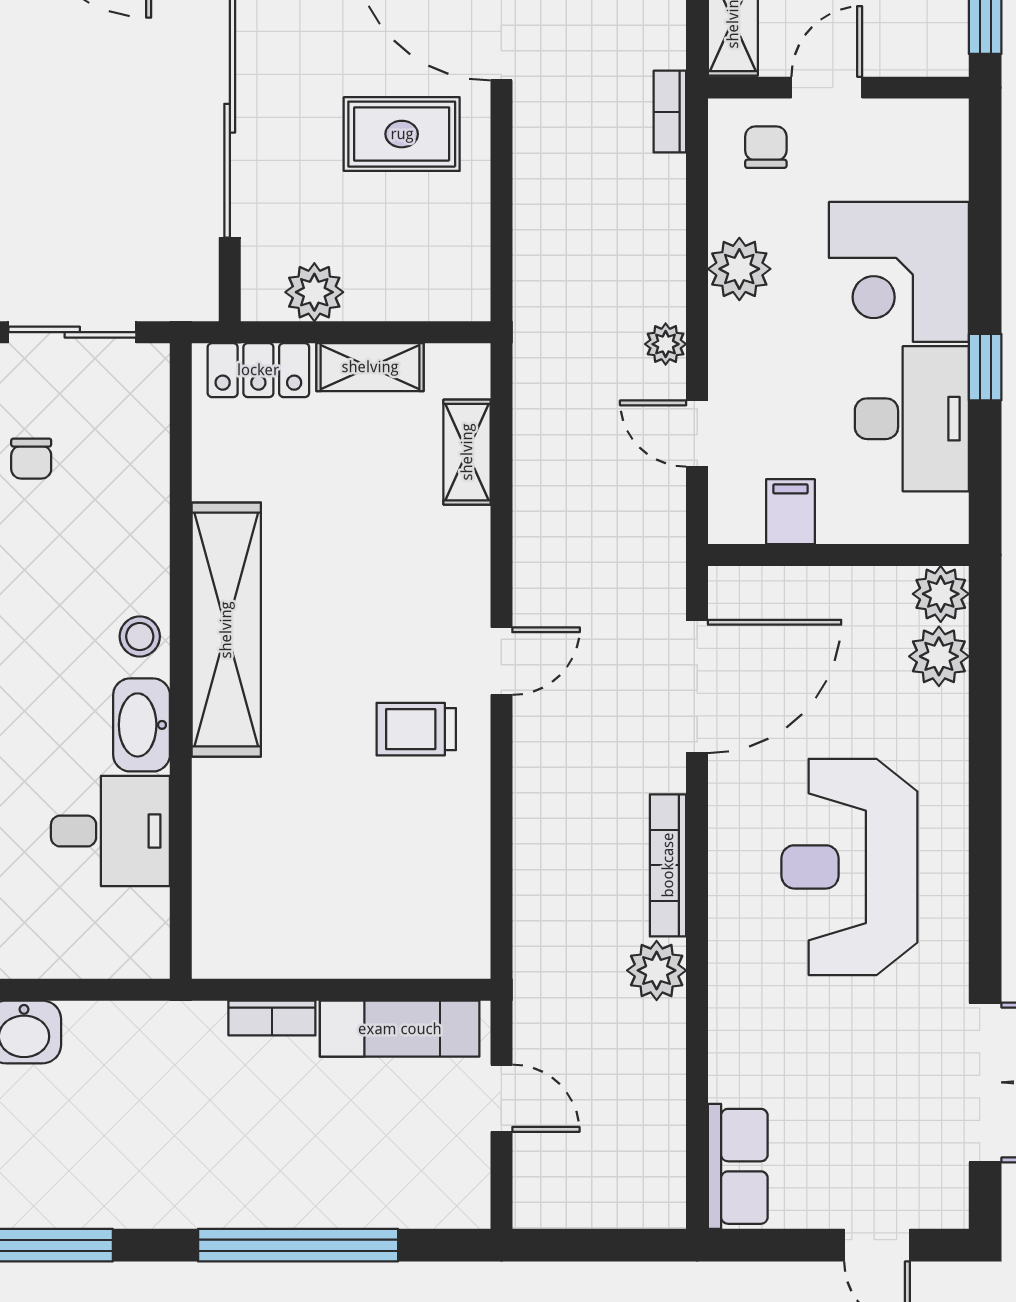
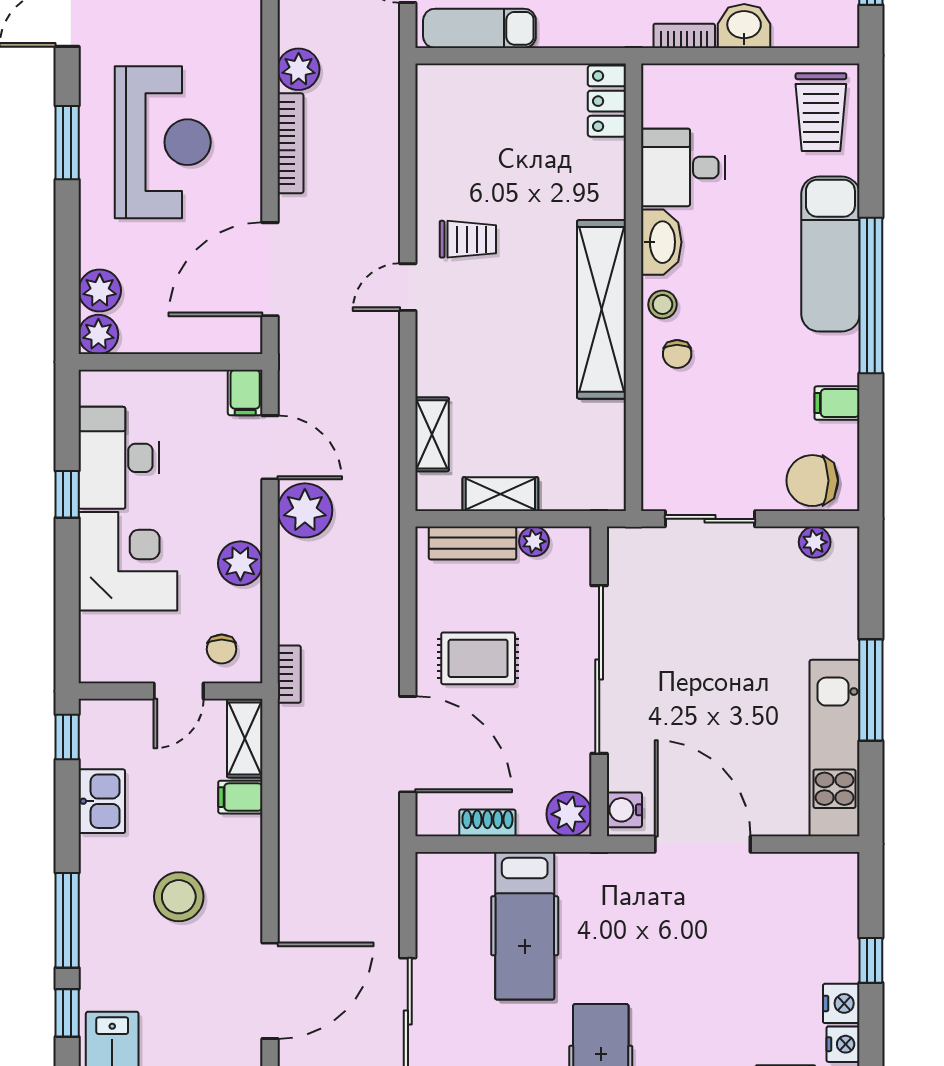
plant: (314, 292) -> (534, 541), width x0.73, depth x0.73
bench: (410, 298) -> (472, 543), added
plant: (666, 344) -> (305, 510), width x1.88, depth x1.88
locker: (258, 370) -> (607, 101), moved, turned -90
door: (697, 434) -> (270, 447), width x1.38
chair: (31, 459) -> (677, 354), moved, turned 180
filing cabinet: (790, 512) -> (245, 392), moved
window: (985, 866) -> (67, 143), added
bookcase: (272, 1018) -> (684, 36), moved

